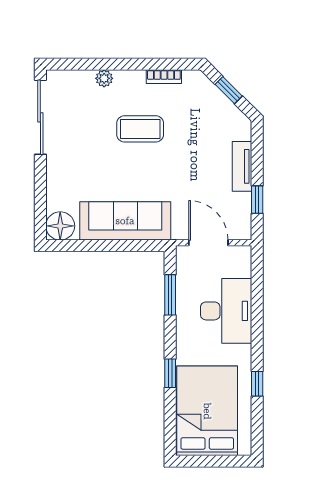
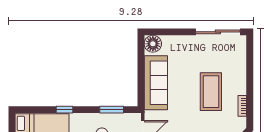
plant: (104, 78) -> (241, 70), removed
coffee table: (140, 129) -> (211, 92), width x1.36, depth x1.32

